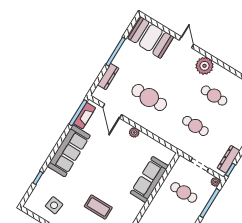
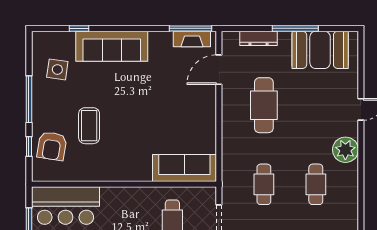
booth: (151, 38) -> (320, 50), moved, turned 90
plant: (134, 132) -> (209, 113), removed
sofa: (69, 151) -> (112, 46), moved
sofa: (149, 180) -> (184, 168), moved

